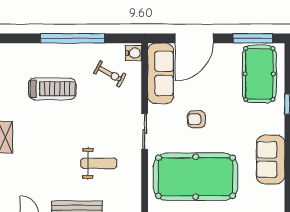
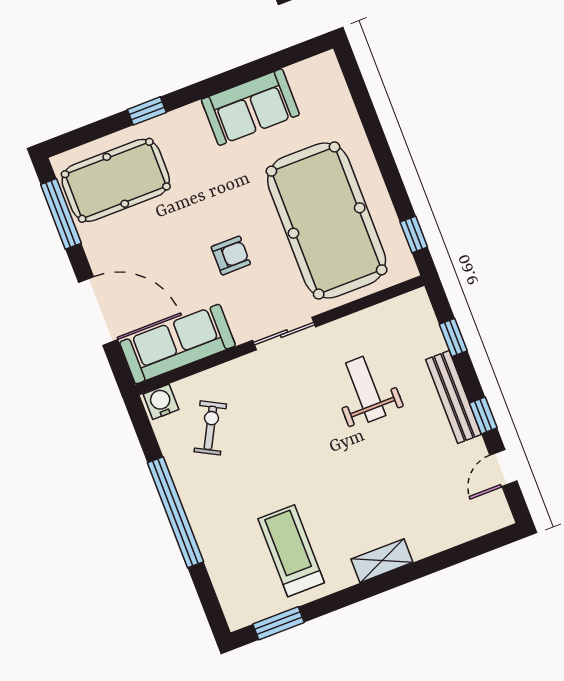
treadmill: (52, 89) -> (291, 551), moved
armchair: (196, 119) -> (231, 255), turned -90

